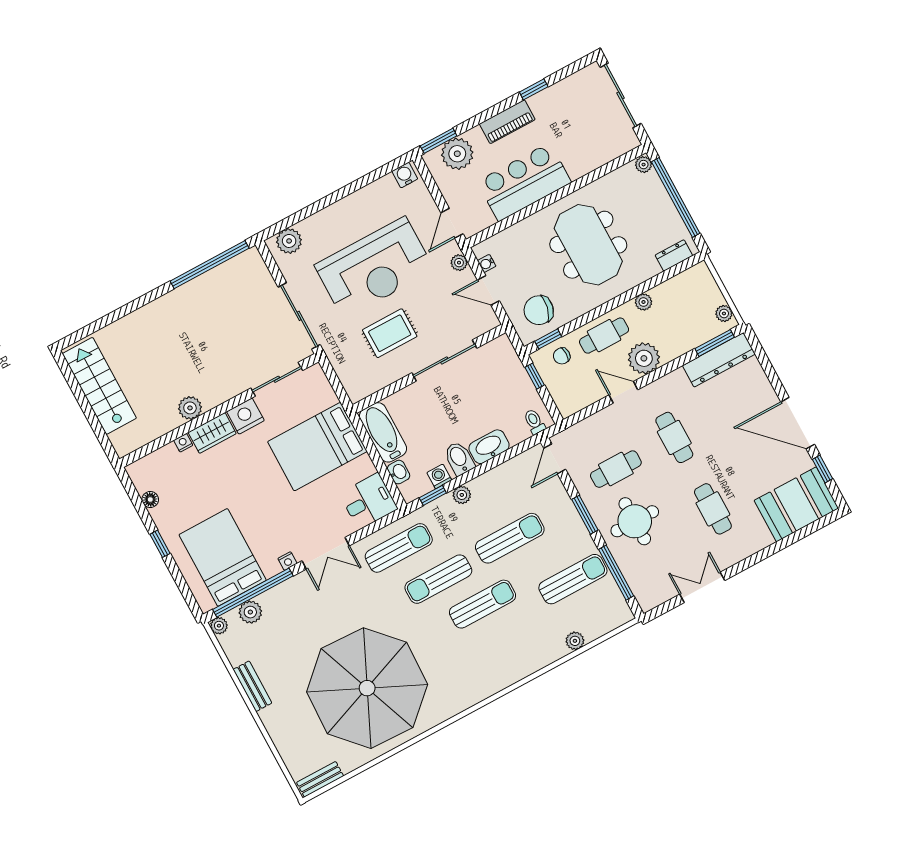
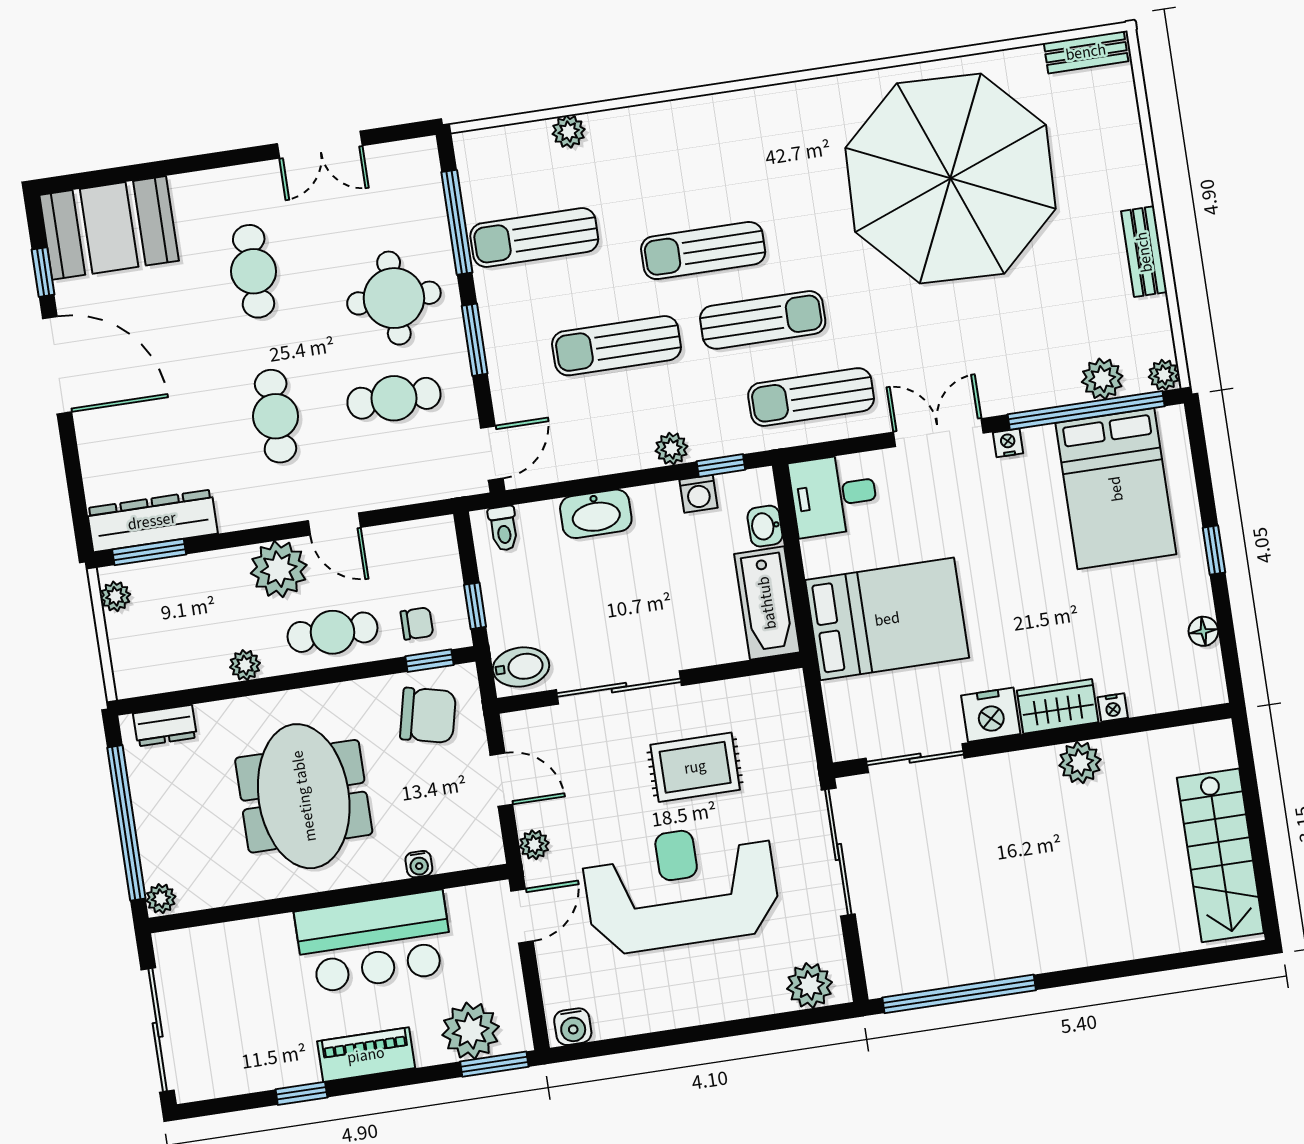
water cooler: (487, 263) -> (419, 864), moved, turned 90
bidet: (459, 458) -> (521, 667), moved, turned -90

